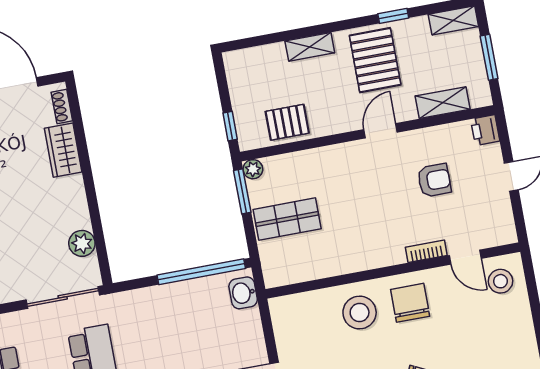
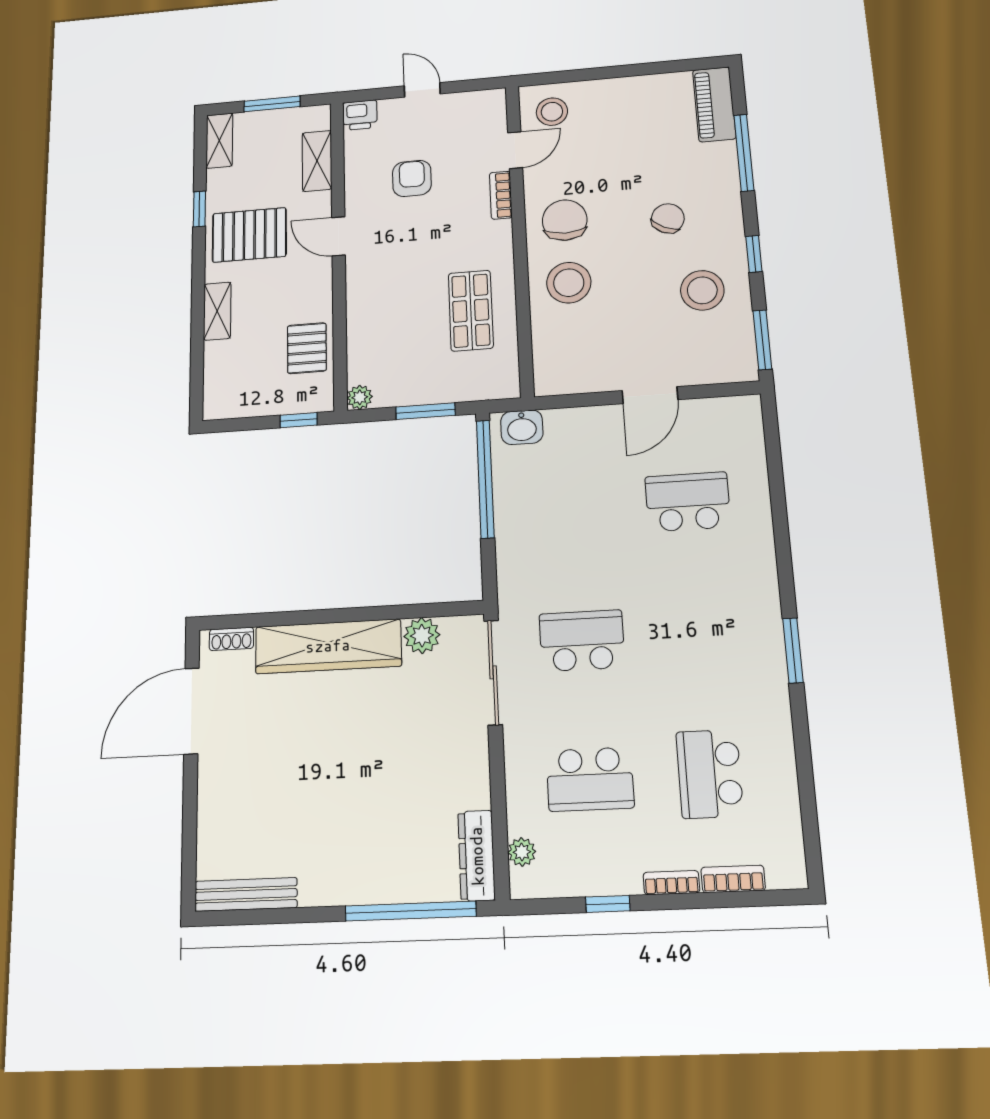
wardrobe: (63, 150) -> (328, 646), width x2.10, depth x1.17
window: (242, 191) -> (426, 411), moved
shop shelf: (287, 219) -> (471, 311), moved
chair: (410, 303) -> (565, 220), turned 90

